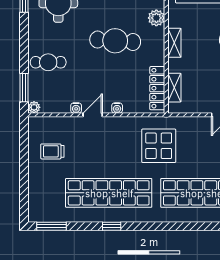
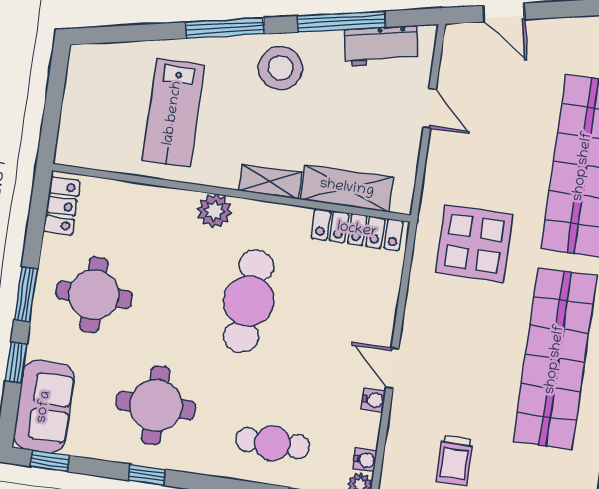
cafe table: (48, 62) -> (273, 443), turned 90
shelving: (174, 88) -> (347, 188), width x1.50, depth x1.33
water cooler: (117, 108) -> (365, 460), moved

